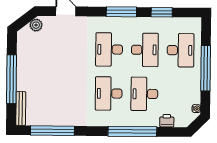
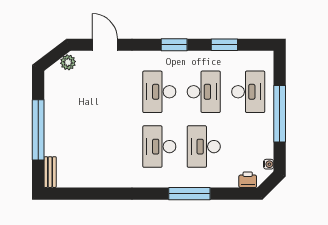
window: (121, 12) -> (174, 45), width x0.69
bench: (21, 109) -> (50, 172), width x0.73
printer: (167, 121) -> (248, 180), moved
window: (52, 131) -> (90, 194), removed
window: (132, 131) -> (189, 194), width x0.68

